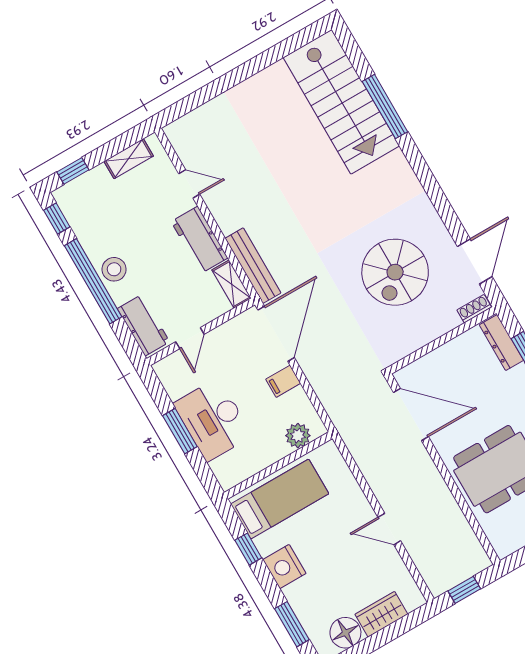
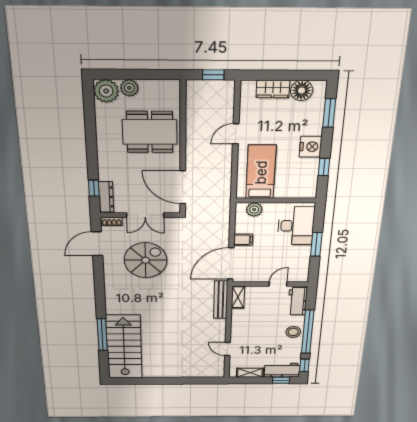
workbench: (199, 240) -> (282, 370), moved, turned -90
double door: (436, 344) -> (145, 215), added
desk: (213, 420) -> (296, 226), moved
bed: (280, 499) -> (261, 172), moved, turned 90
door: (389, 529) -> (236, 134), swing flipped

